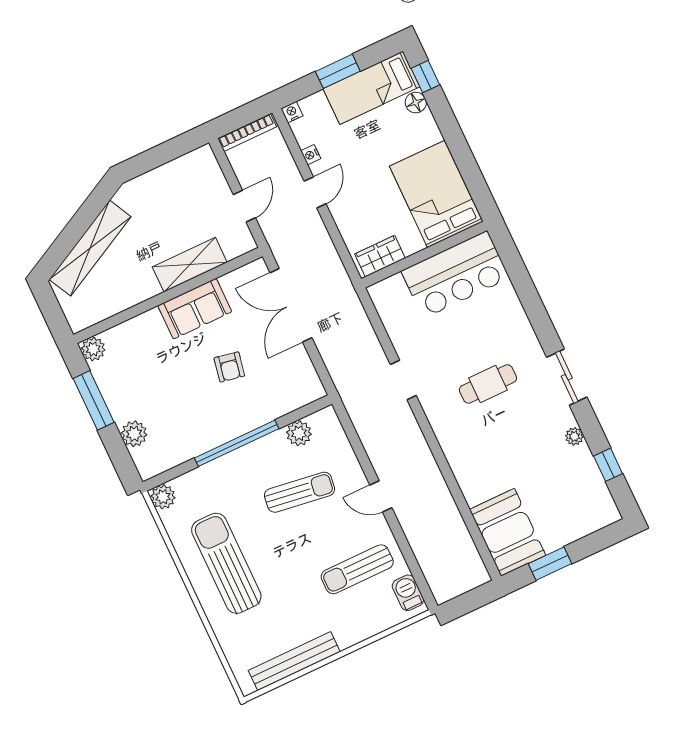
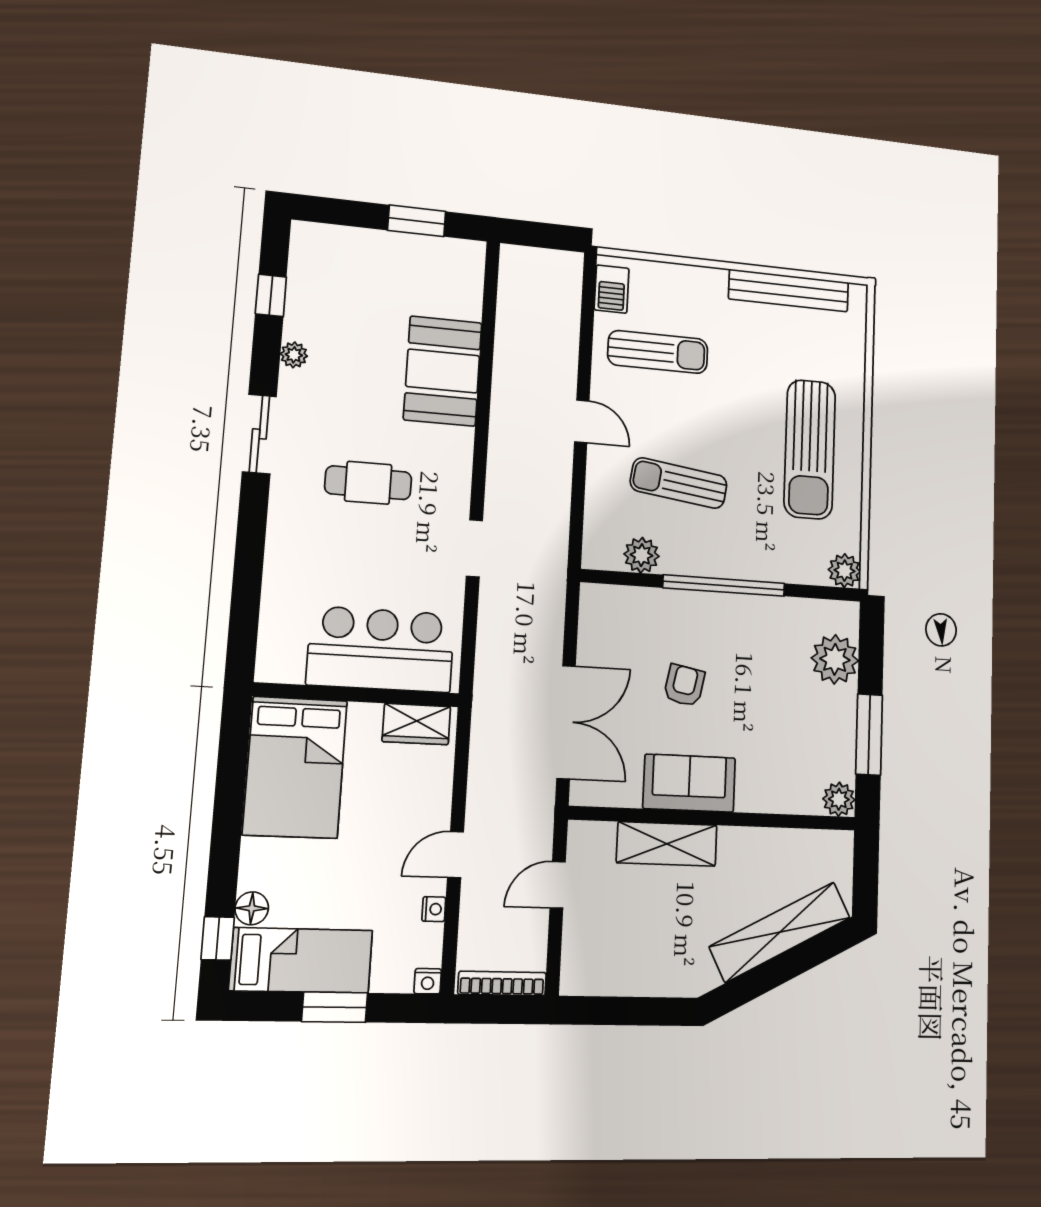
bar counter: (455, 275) -> (381, 649), moved
plant: (134, 434) -> (835, 659), width x1.36, depth x1.36
booth: (508, 532) -> (443, 371), moved

